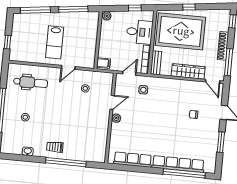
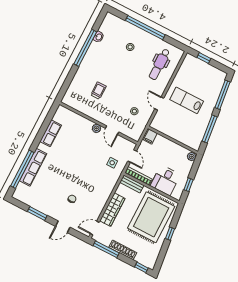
trolley: (55, 147) -> (98, 91), moved
row of seats: (133, 160) -> (51, 133), width x0.68
window: (66, 162) -> (85, 48), moved
row of seats: (178, 164) -> (33, 167), width x0.73

